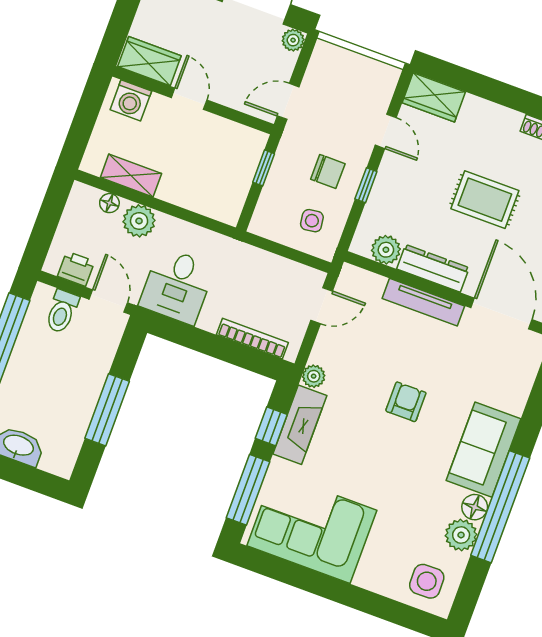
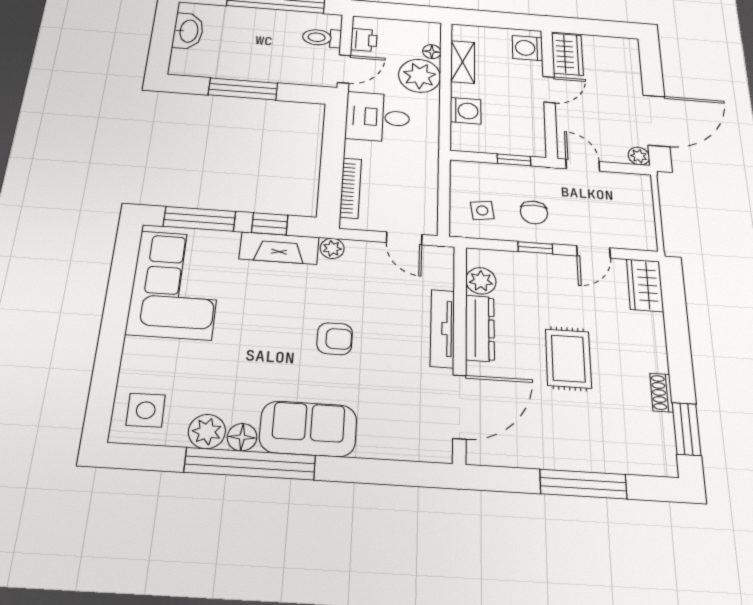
washing machine: (193, 195) -> (466, 111), added
plant: (139, 221) -> (420, 76), width x1.36, depth x1.36

